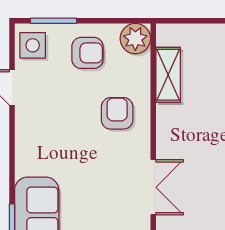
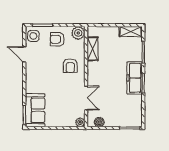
armchair: (87, 53) -> (57, 39), turned 180
armchair: (117, 113) -> (70, 66), turned 180

